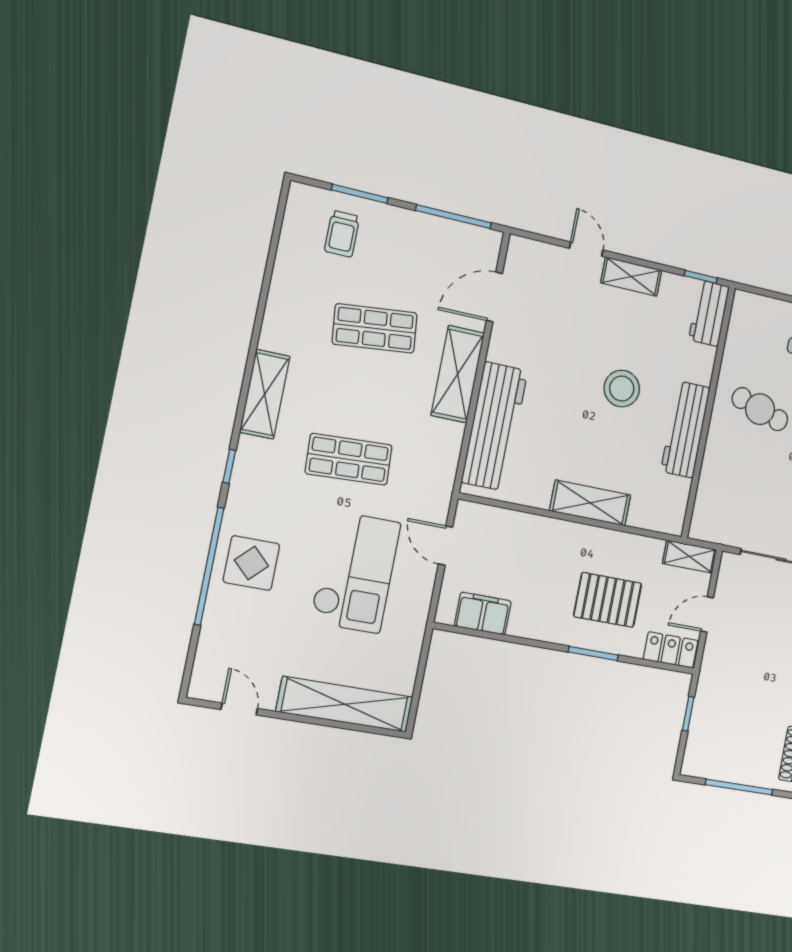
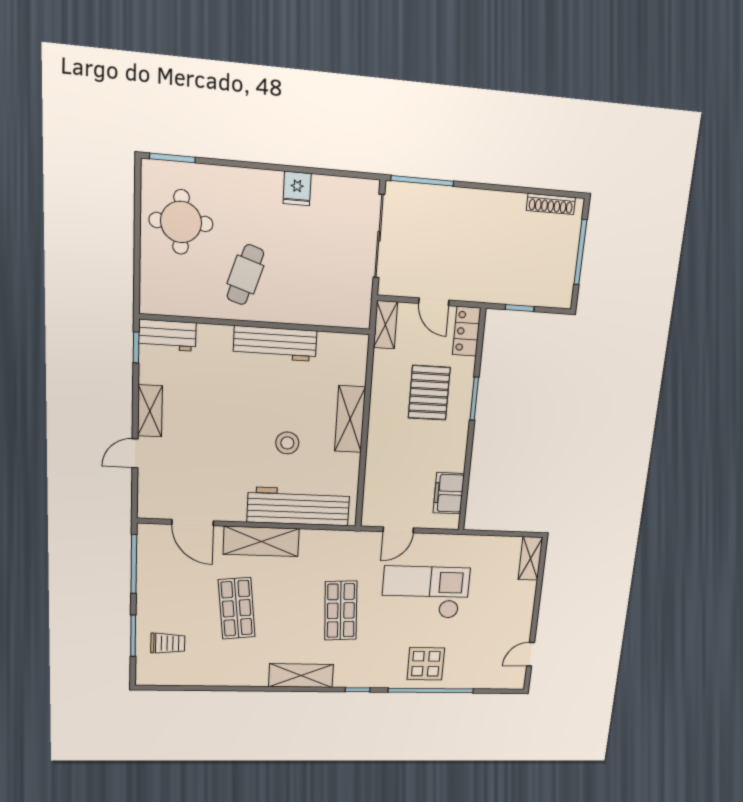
stool: (622, 389) -> (287, 443), moved, width x0.73, depth x0.73
shelving: (345, 704) -> (530, 558), width x0.45, depth x0.75

